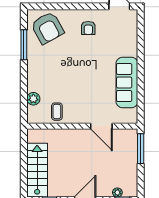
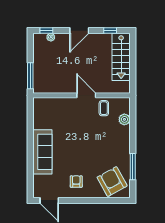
sofa: (127, 83) -> (42, 152), moved
door: (101, 126) -> (86, 95), moved

